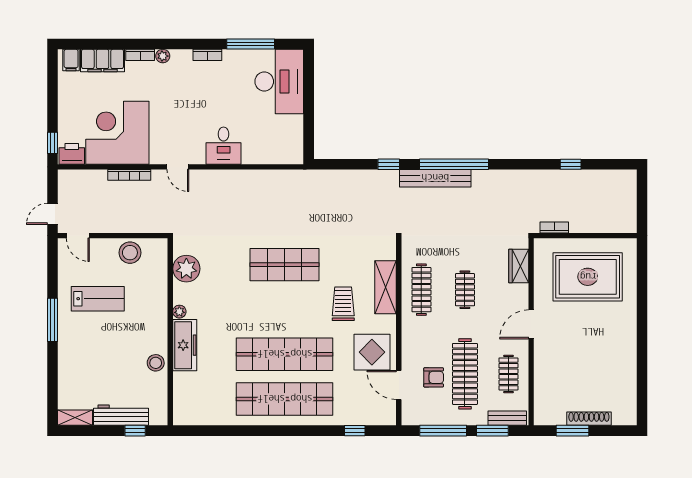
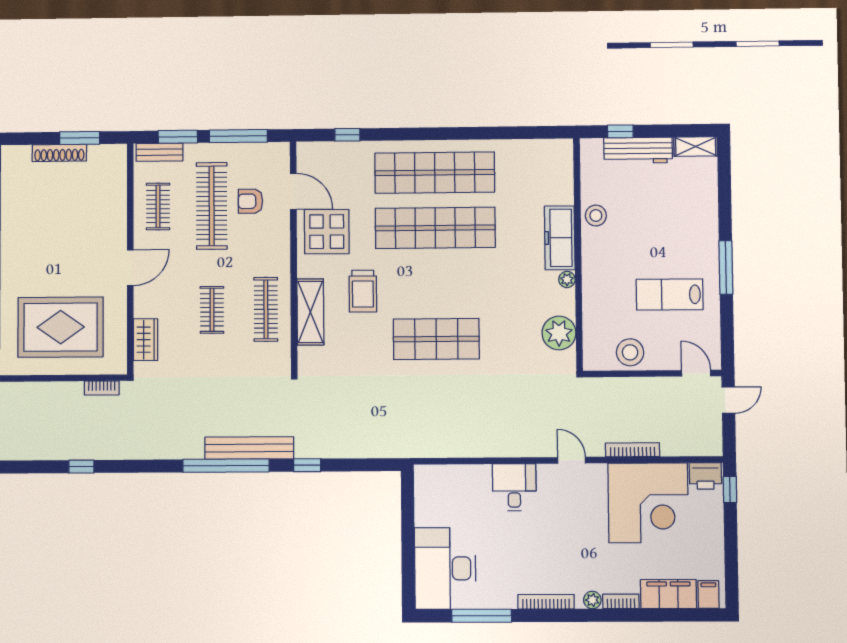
bookcase: (207, 55) -> (546, 602), width x1.56

